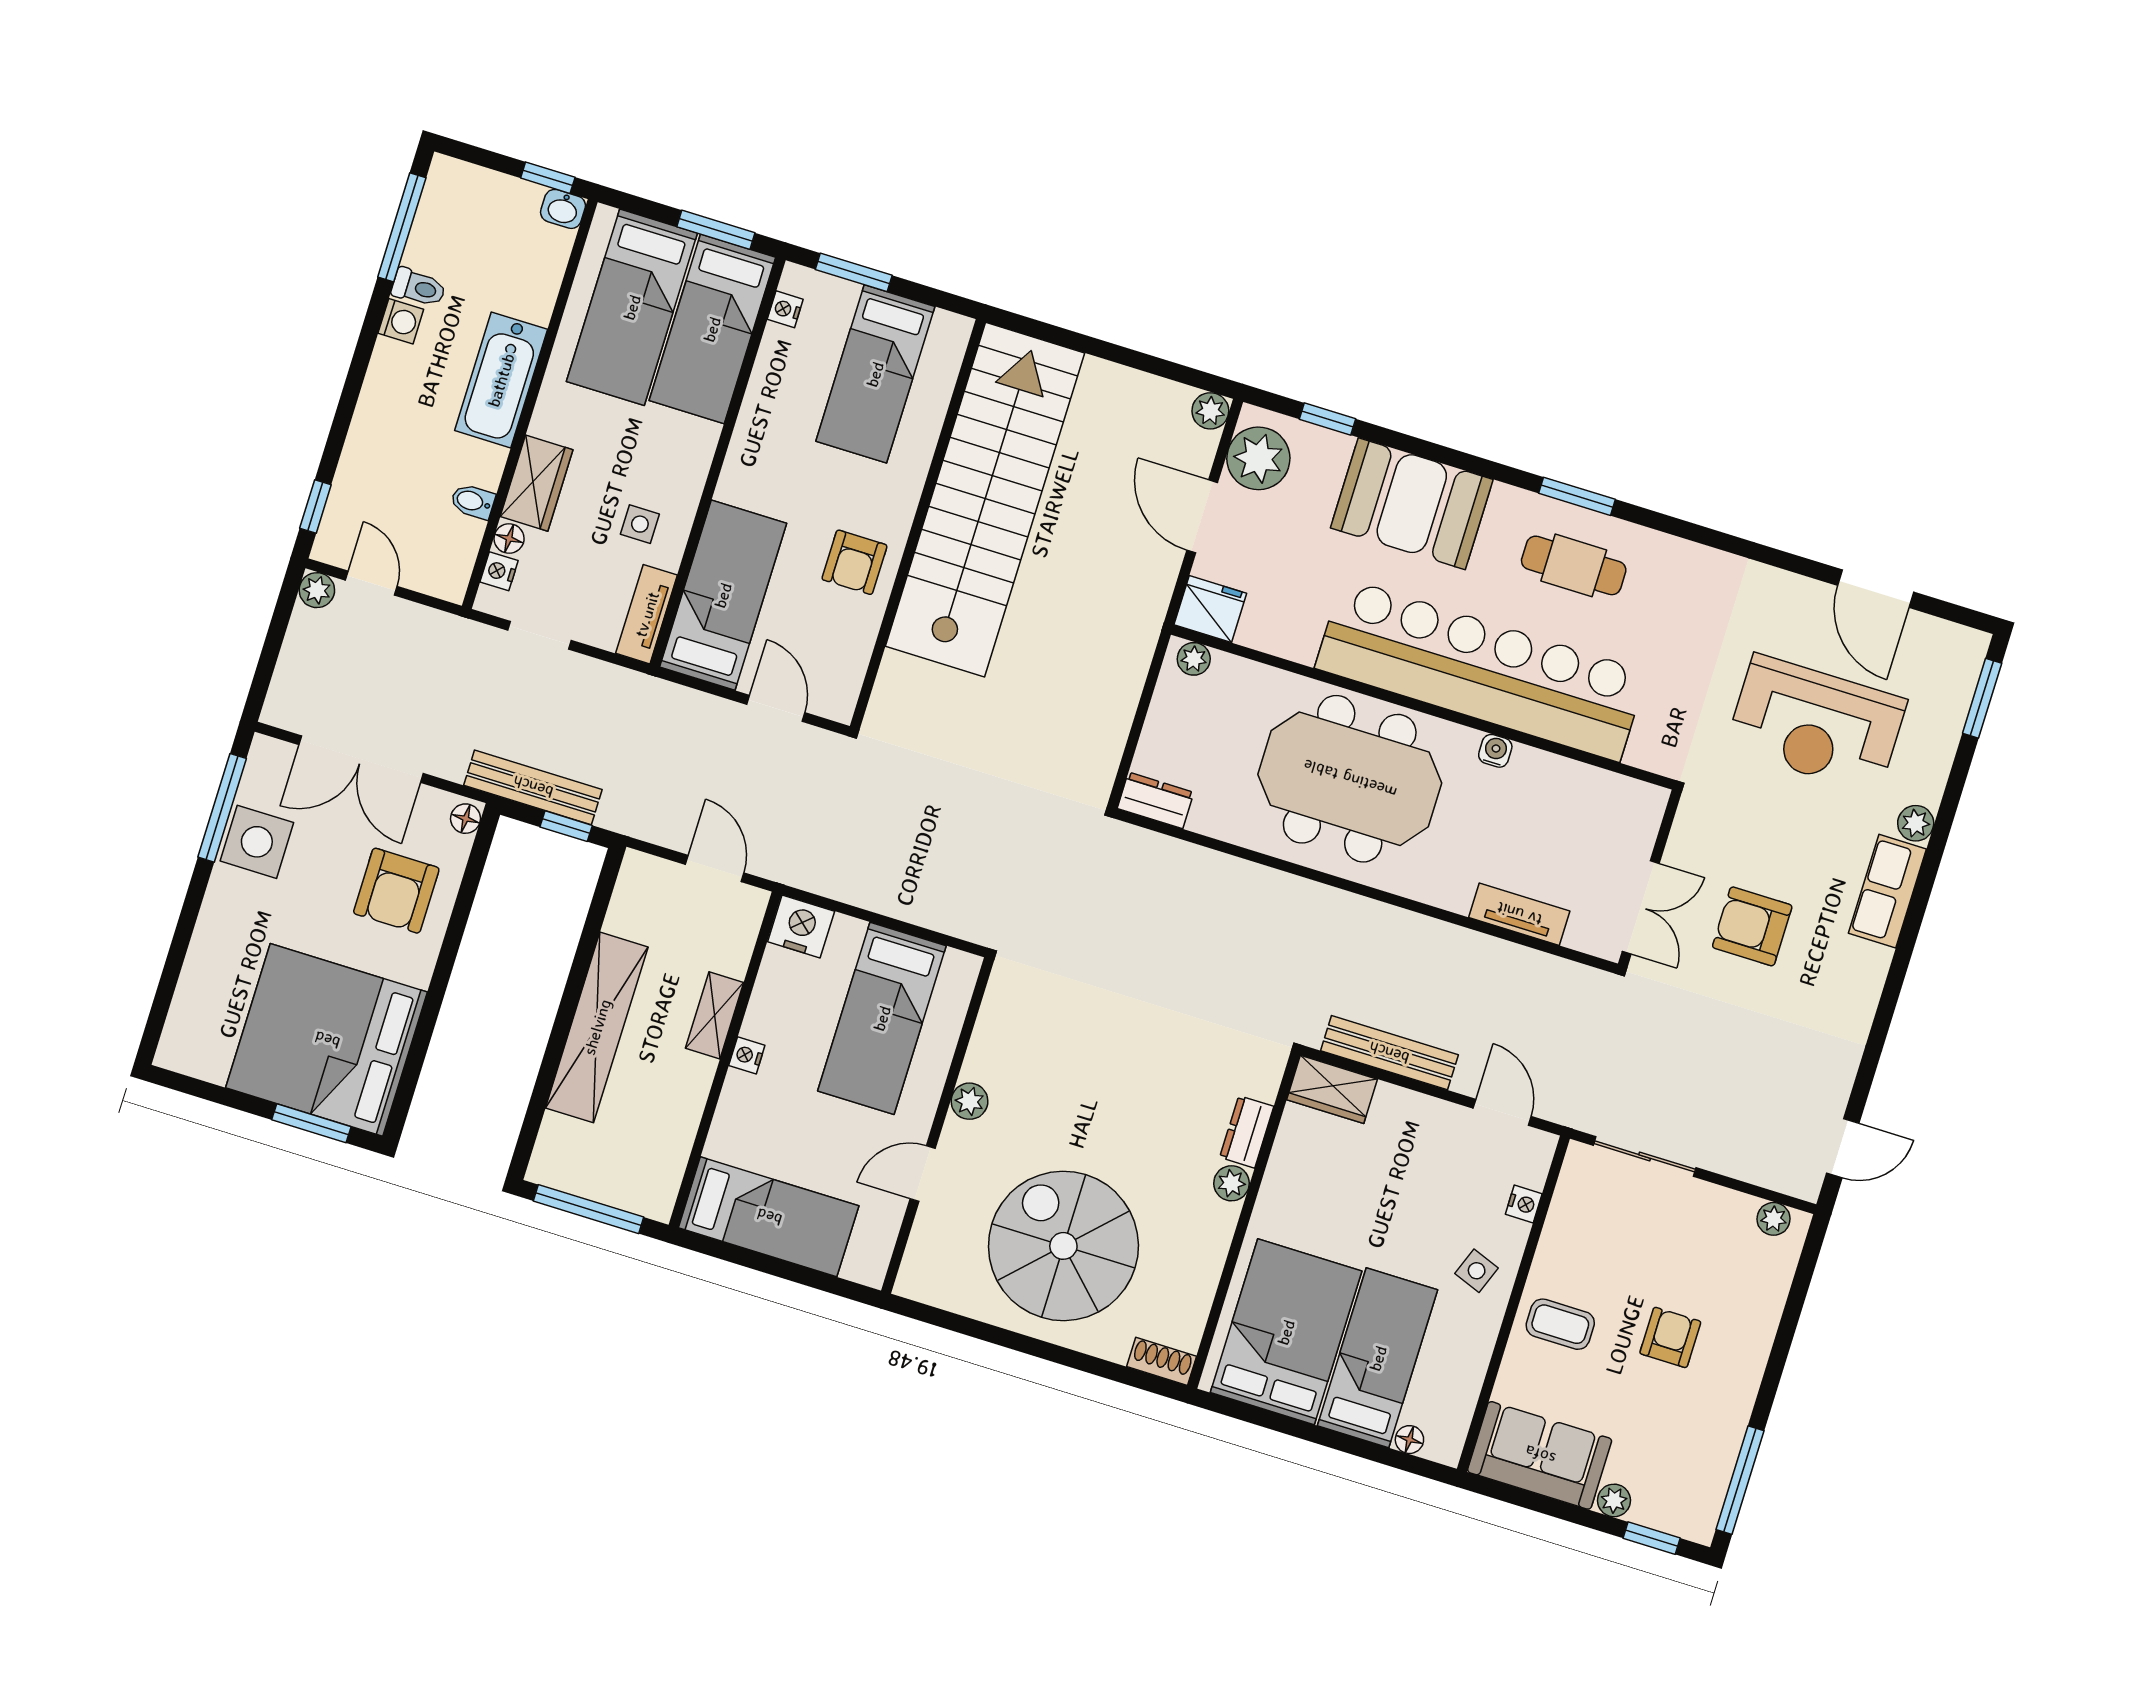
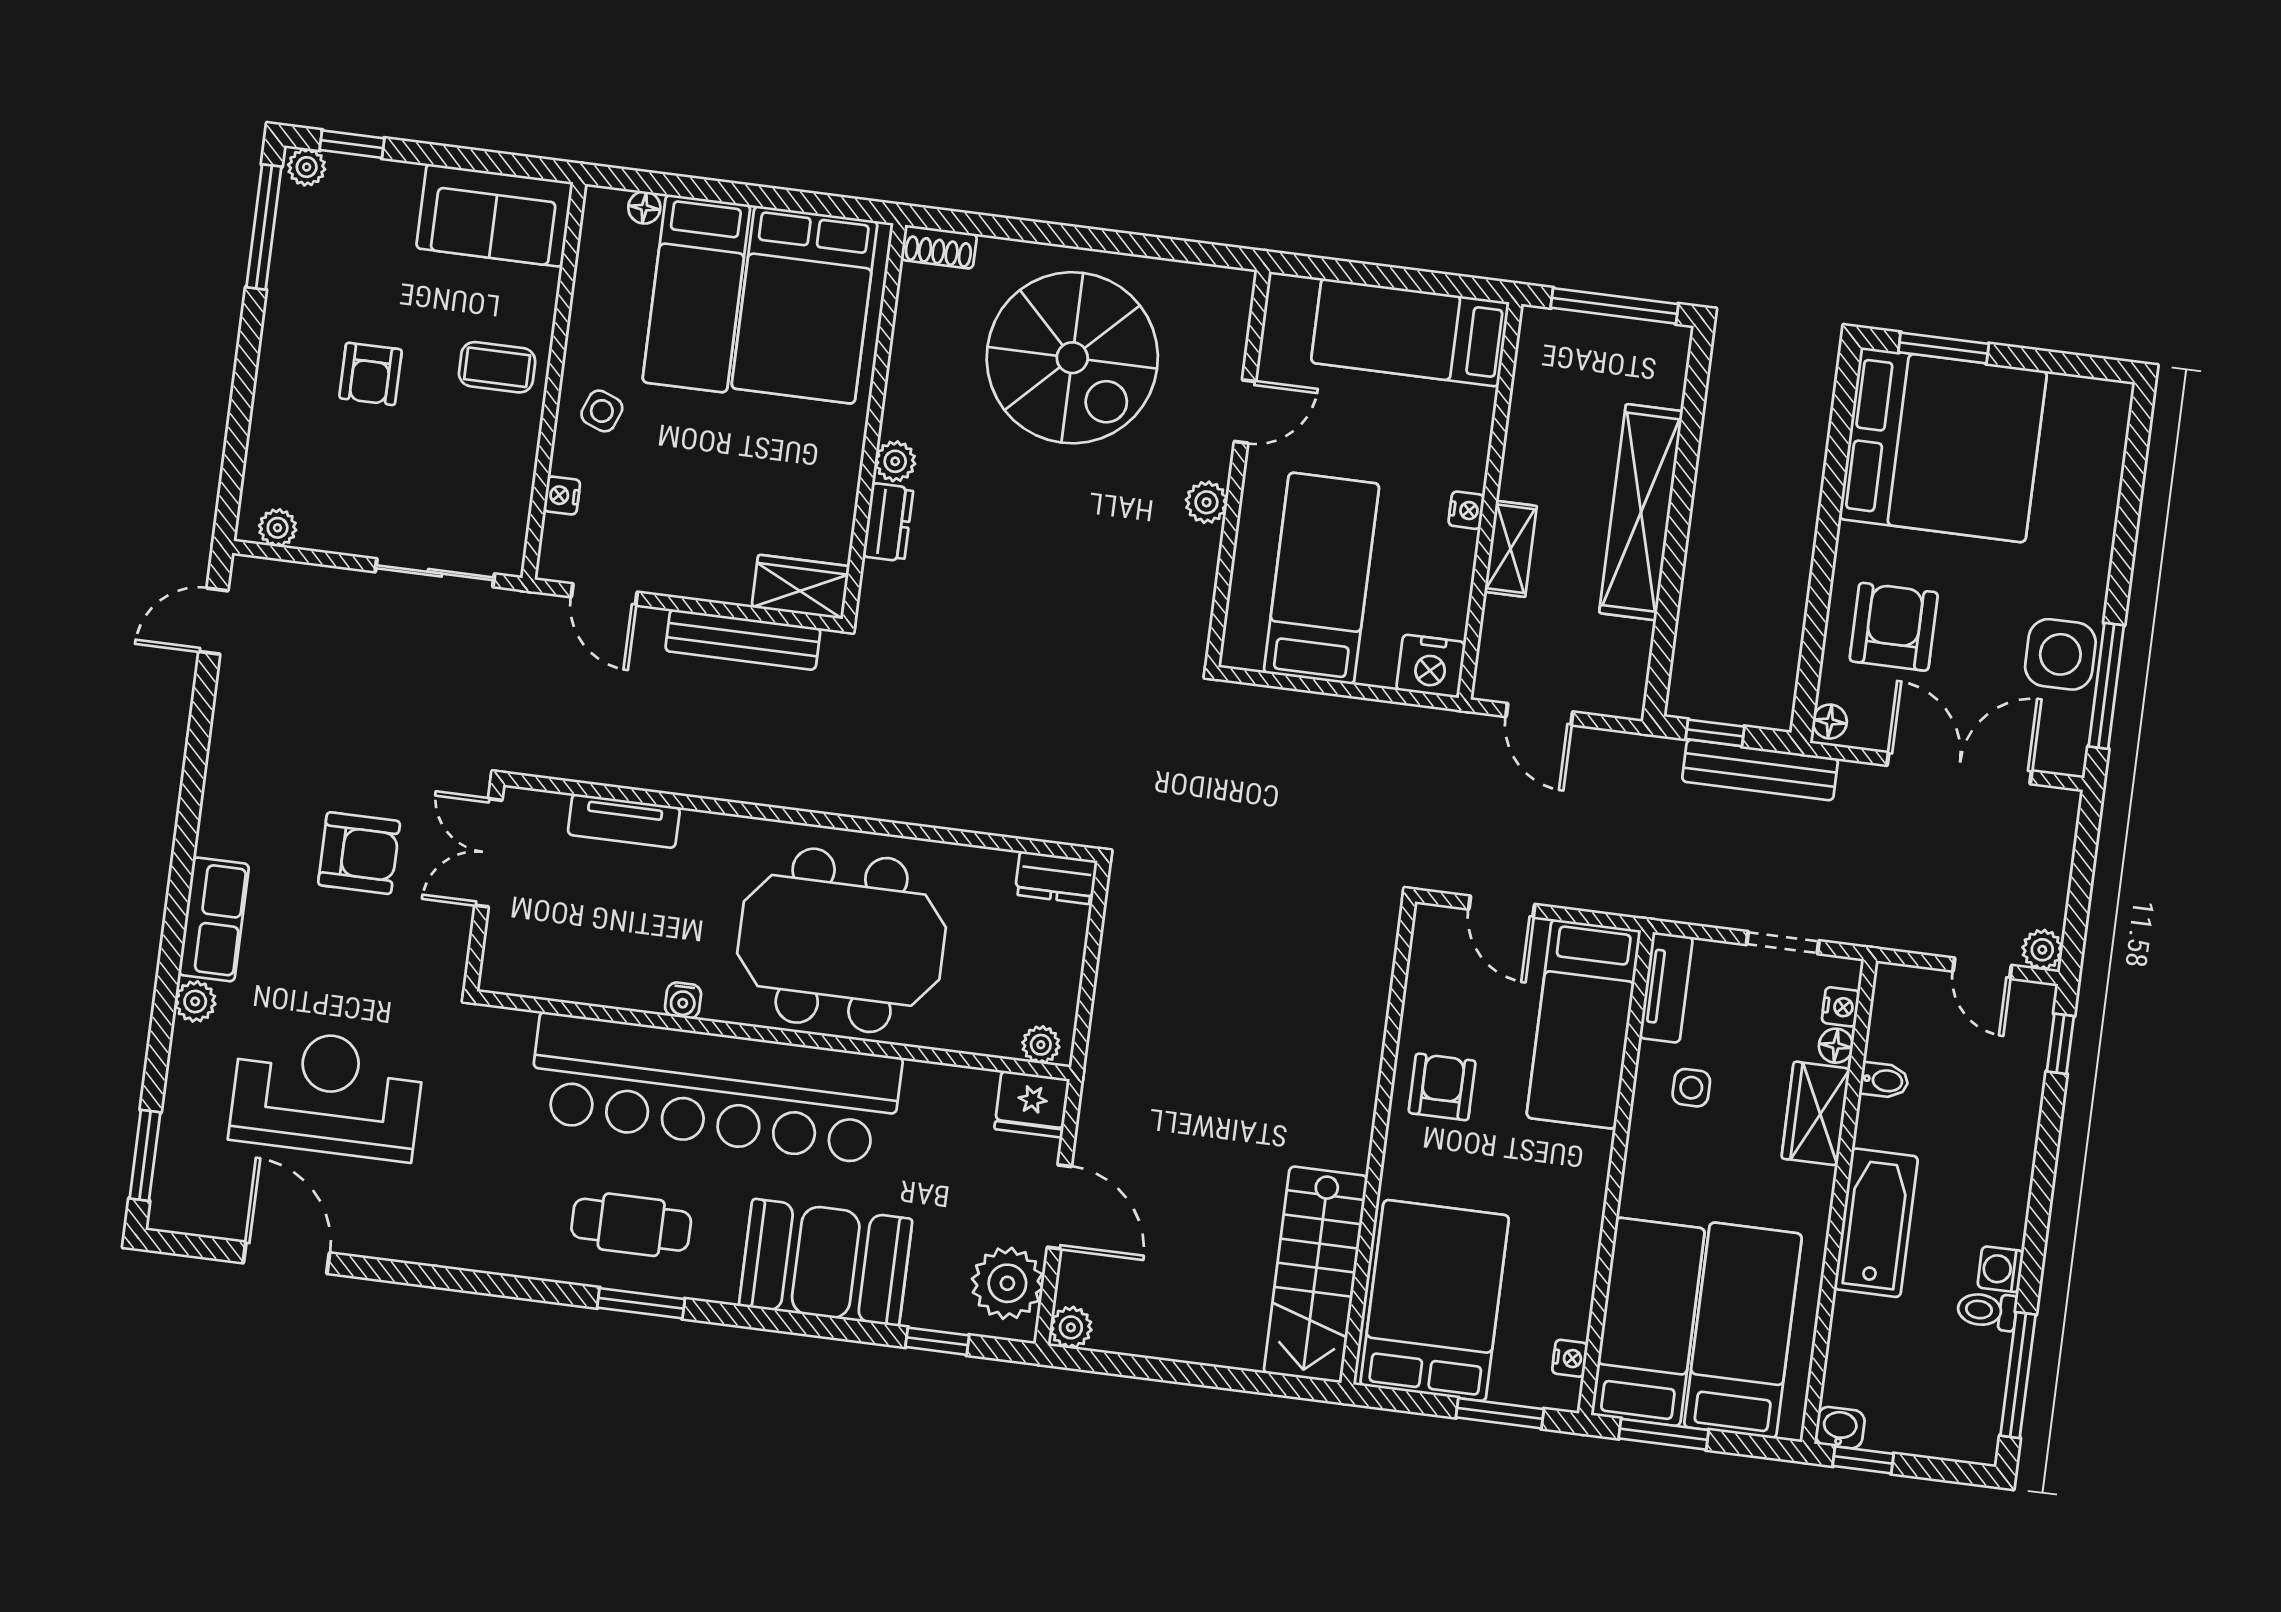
bed: (875, 374) -> (1435, 1301), width x1.50
stairs: (985, 500) -> (1316, 1275), width x0.54, depth x0.66
plant: (1614, 1500) -> (307, 167), moved

